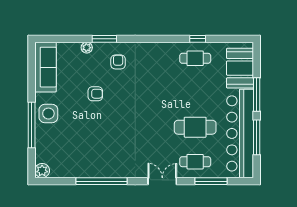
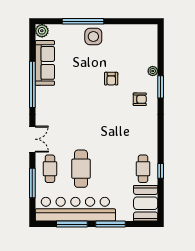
sofa: (45, 67) -> (45, 63), moved, turned -90
booth: (240, 68) -> (146, 203), moved, turned 90

